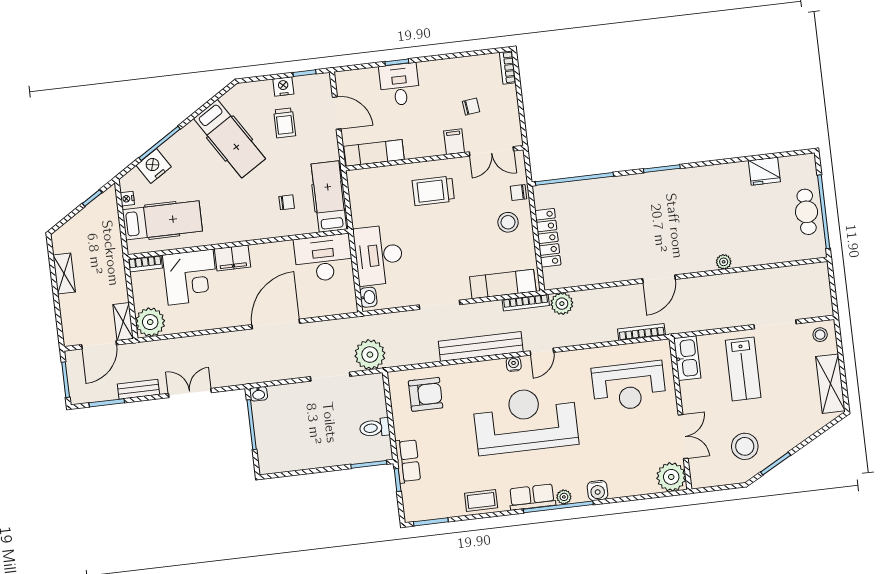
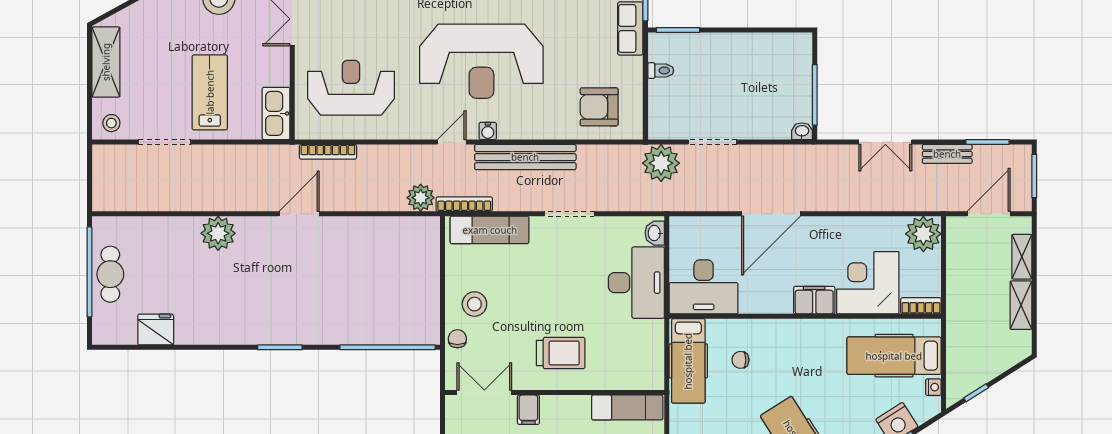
chair: (519, 193) -> (457, 339), turned -90
locker: (548, 238) -> (428, 280), removed
plant: (724, 262) -> (218, 233), width x1.87, depth x1.87
shelving: (123, 322) -> (1022, 257), moved
toilet: (375, 428) -> (661, 71), width x0.73, depth x0.72

